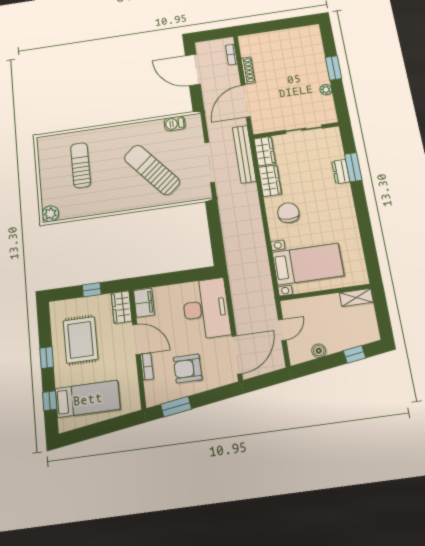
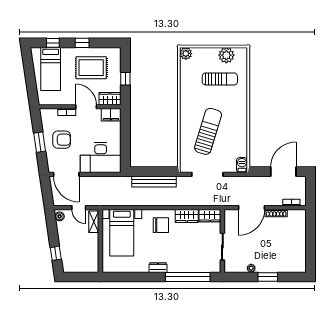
door: (246, 101) -> (252, 208), swing flipped
barbecue: (175, 123) -> (242, 165), moved
bench: (244, 154) -> (154, 182), moved
plant: (49, 162) -> (226, 55), added
window: (353, 167) -> (188, 277), width x2.11
sun lounger: (152, 170) -> (208, 131), turned -33
dresser: (341, 172) -> (158, 268), moved
shelving: (356, 297) -> (94, 222), moved
door: (136, 339) -> (86, 107), swing flipped
boiler: (319, 351) -> (60, 216), moved
armchair: (188, 368) -> (62, 140), turned 90
window: (176, 407) -> (40, 142), moved

